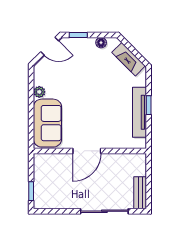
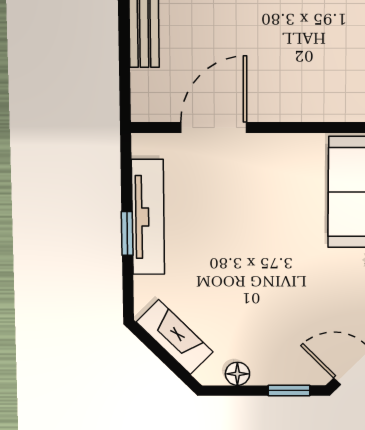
door: (87, 151) -> (214, 127), moved

